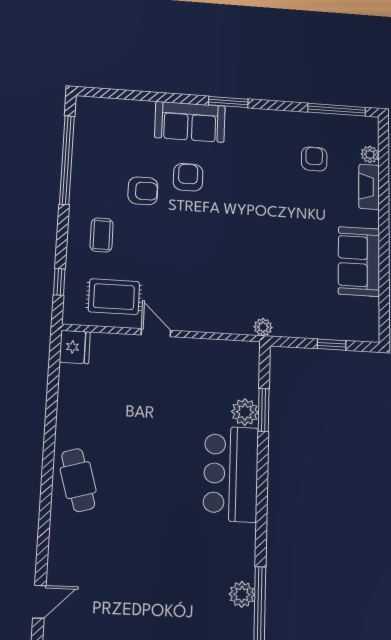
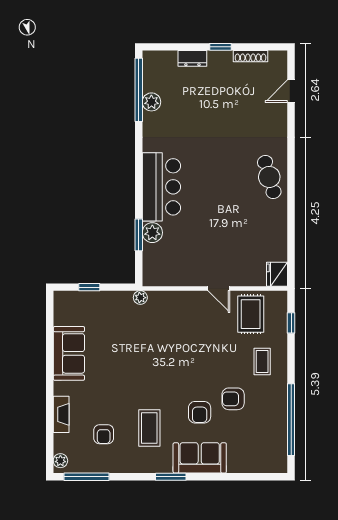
plant: (370, 154) -> (60, 461), moved
coffee table: (255, 162) -> (149, 428), added
rug: (114, 297) -> (251, 314), turned 90

